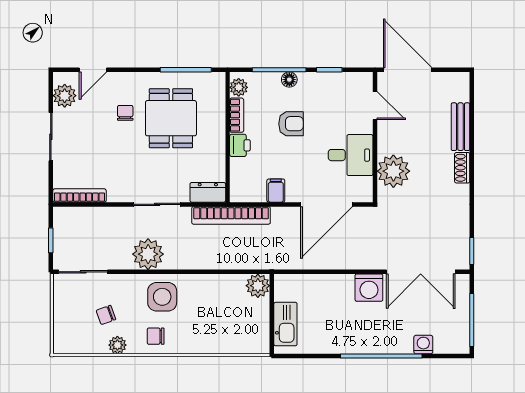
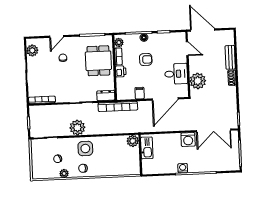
door: (93, 70) -> (57, 36), moved
dining table: (171, 118) -> (98, 61), moved
kitchen sink: (285, 324) -> (147, 148), moved
washing machine: (423, 345) -> (183, 168), moved

